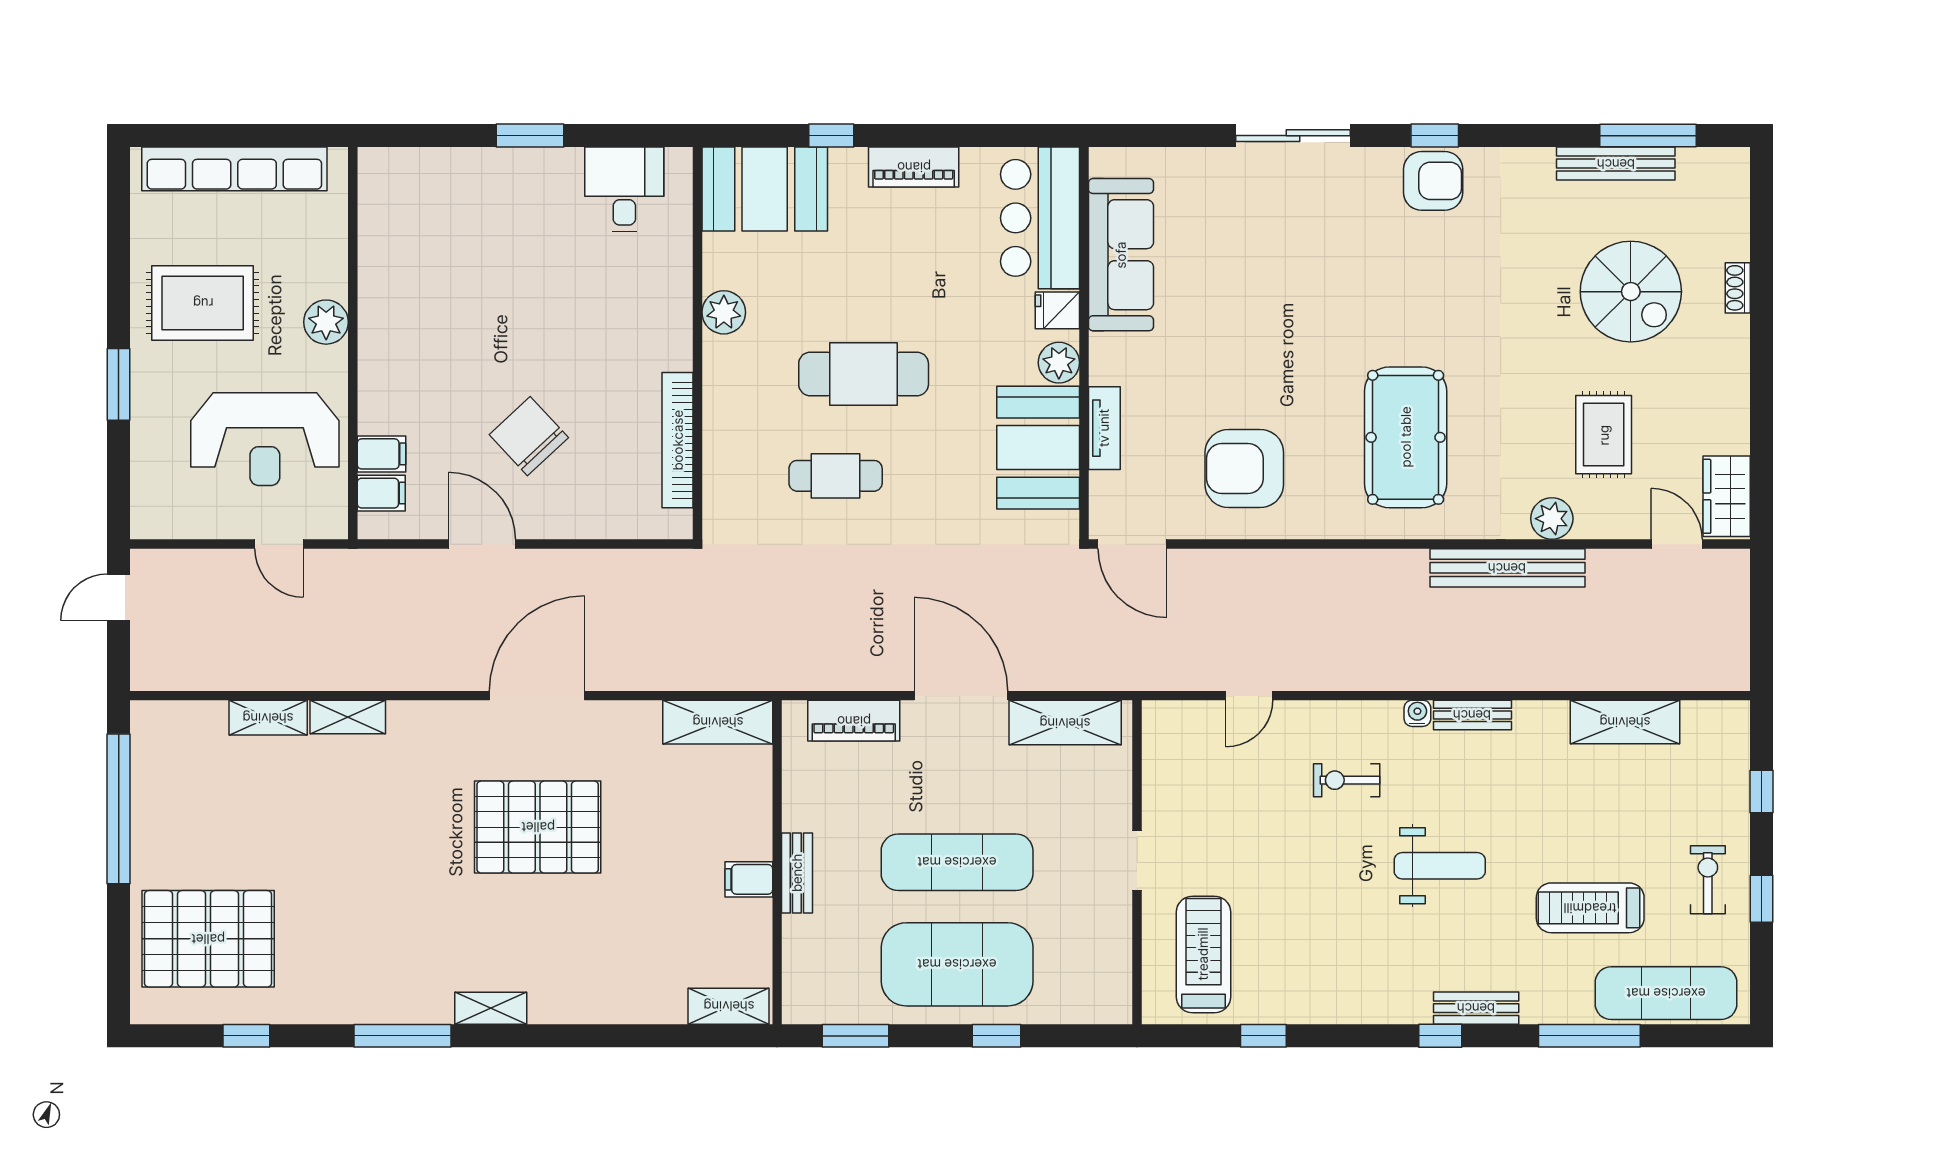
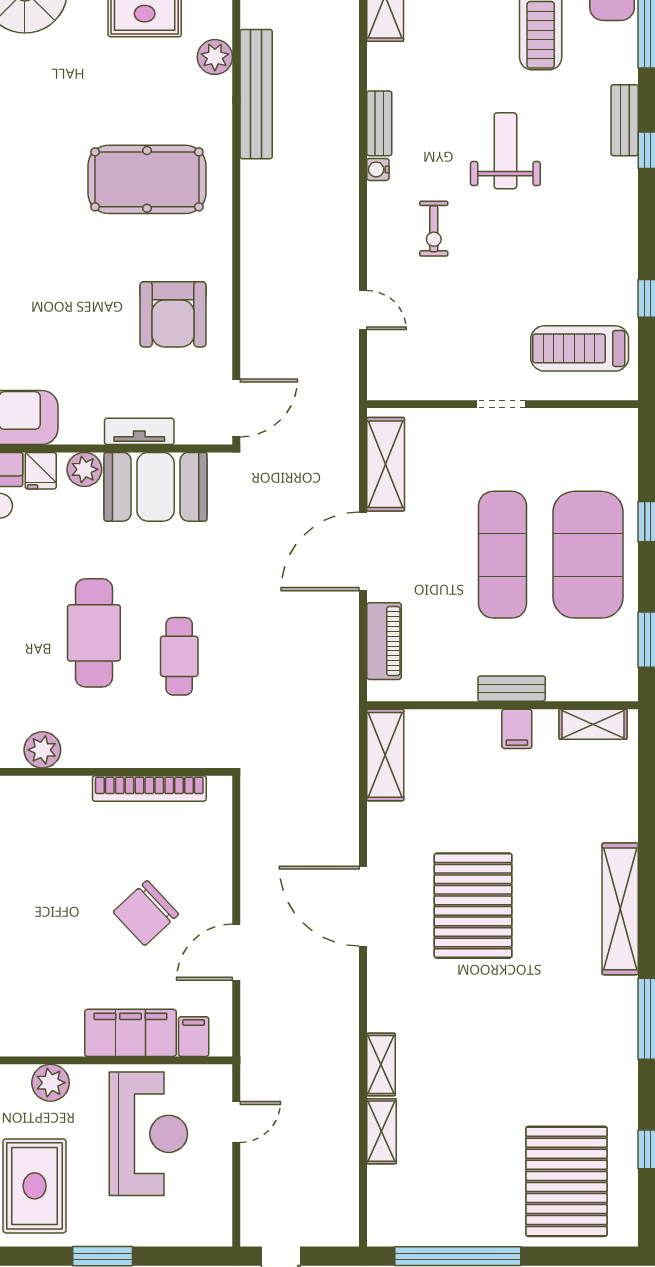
filing cabinet: (382, 454) -> (130, 1033), width x3.00, depth x1.17
shelving: (729, 1006) -> (593, 724), moved, turned 90
shelving: (491, 1008) -> (620, 909), width x2.20, depth x1.33

